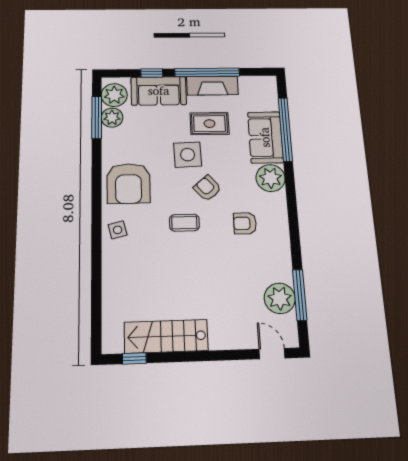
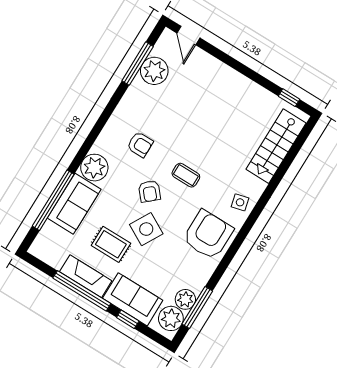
side table: (188, 155) -> (146, 229), turned 31
stairs: (166, 336) -> (276, 146), moved, turned 90

